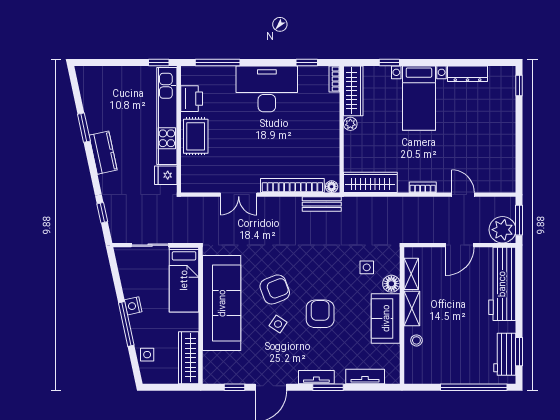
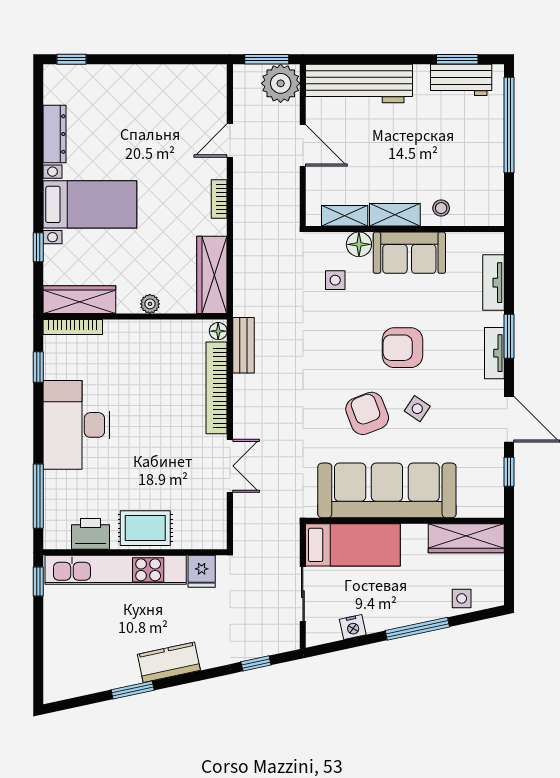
bookcase: (334, 79) -> (73, 327), width x1.56
plant: (350, 124) -> (150, 304), moved
nightstand: (133, 306) -> (353, 627), moved

